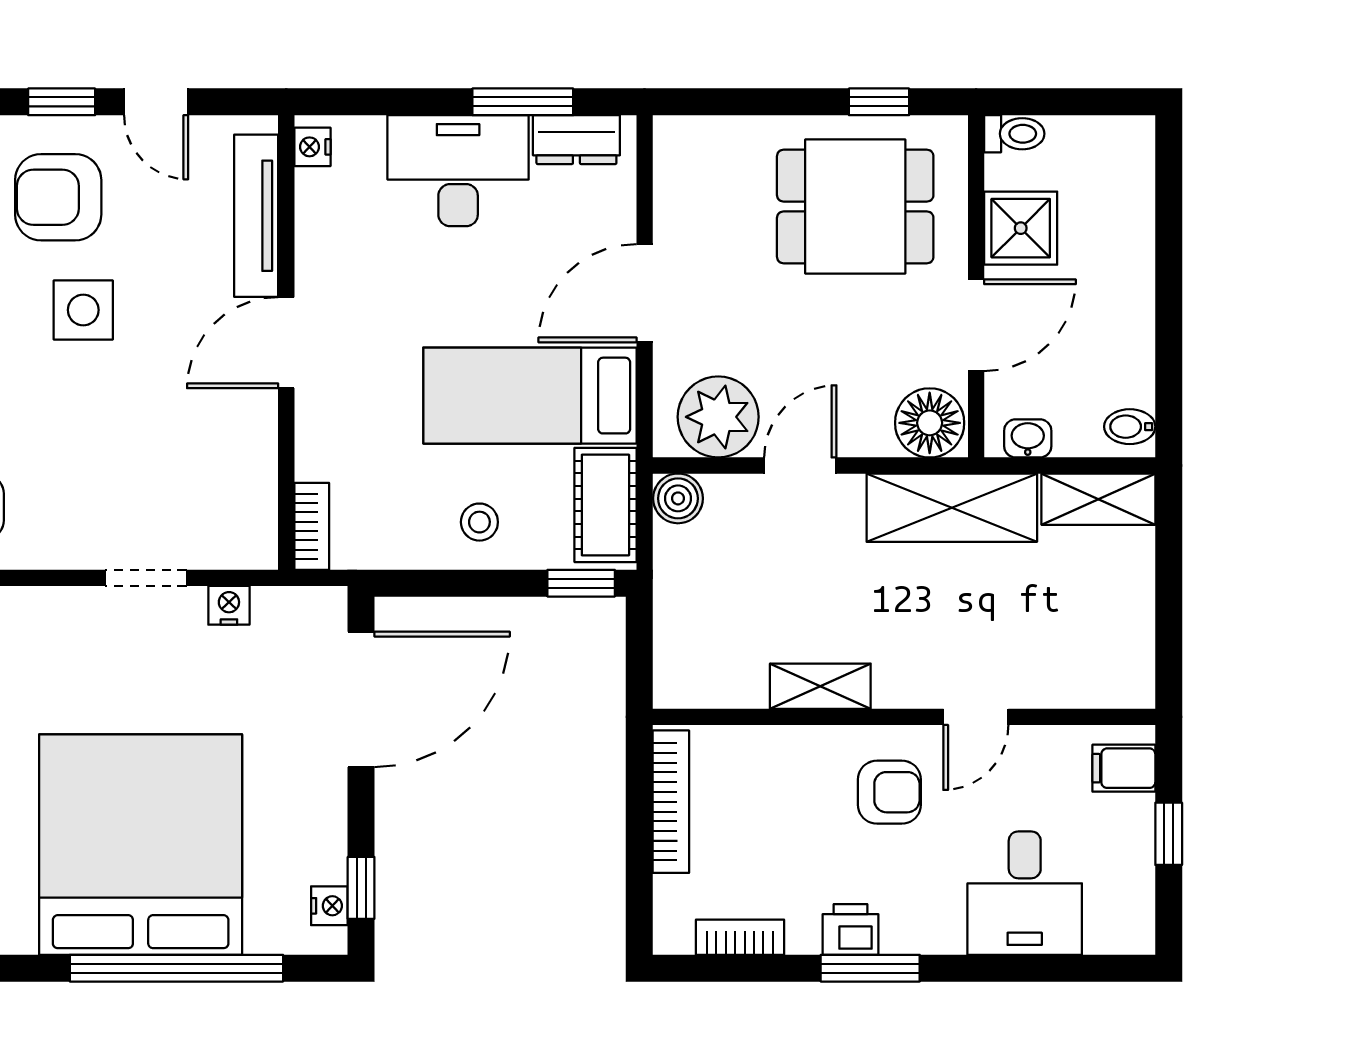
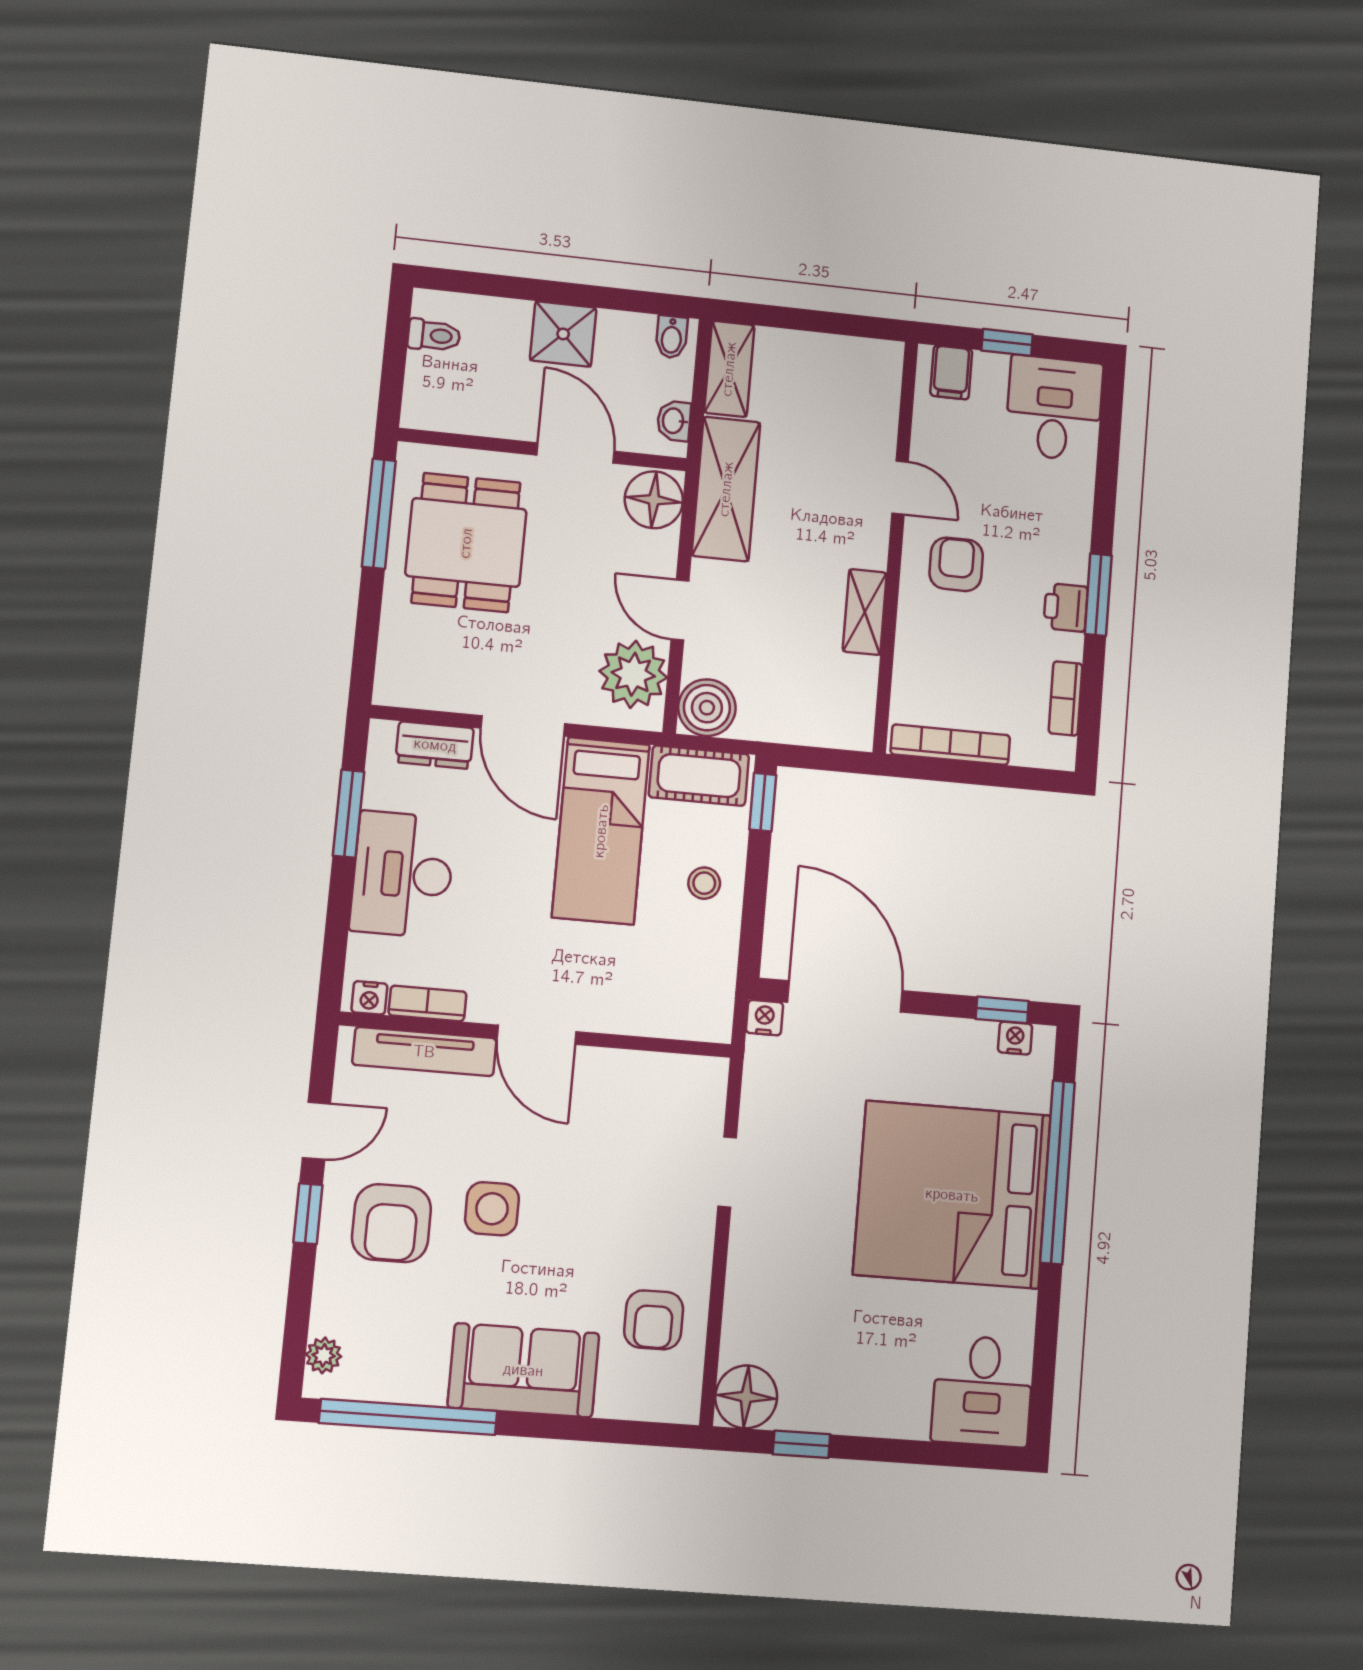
window: (879, 102) -> (379, 514), width x2.17
toilet: (1014, 134) -> (434, 335), moved, turned 90
dresser: (576, 140) -> (435, 745), moved, turned 90
shower: (1021, 228) -> (563, 334), moved
boiler: (678, 498) -> (707, 708), width x1.36, depth x1.36
bookcase: (312, 526) -> (427, 1003), moved
nightstand: (229, 605) -> (765, 1018), moved, turned 90
desk: (1025, 893) -> (1054, 408), moved, turned -90

